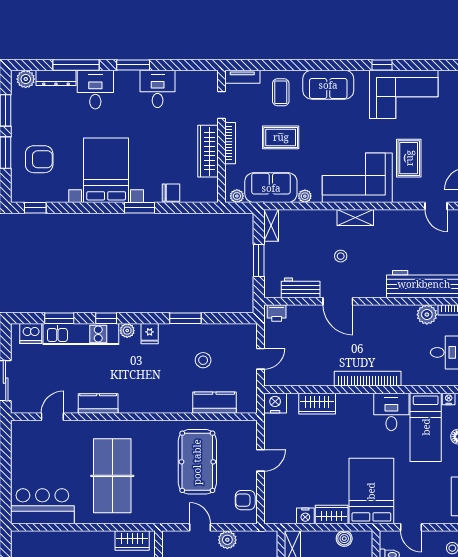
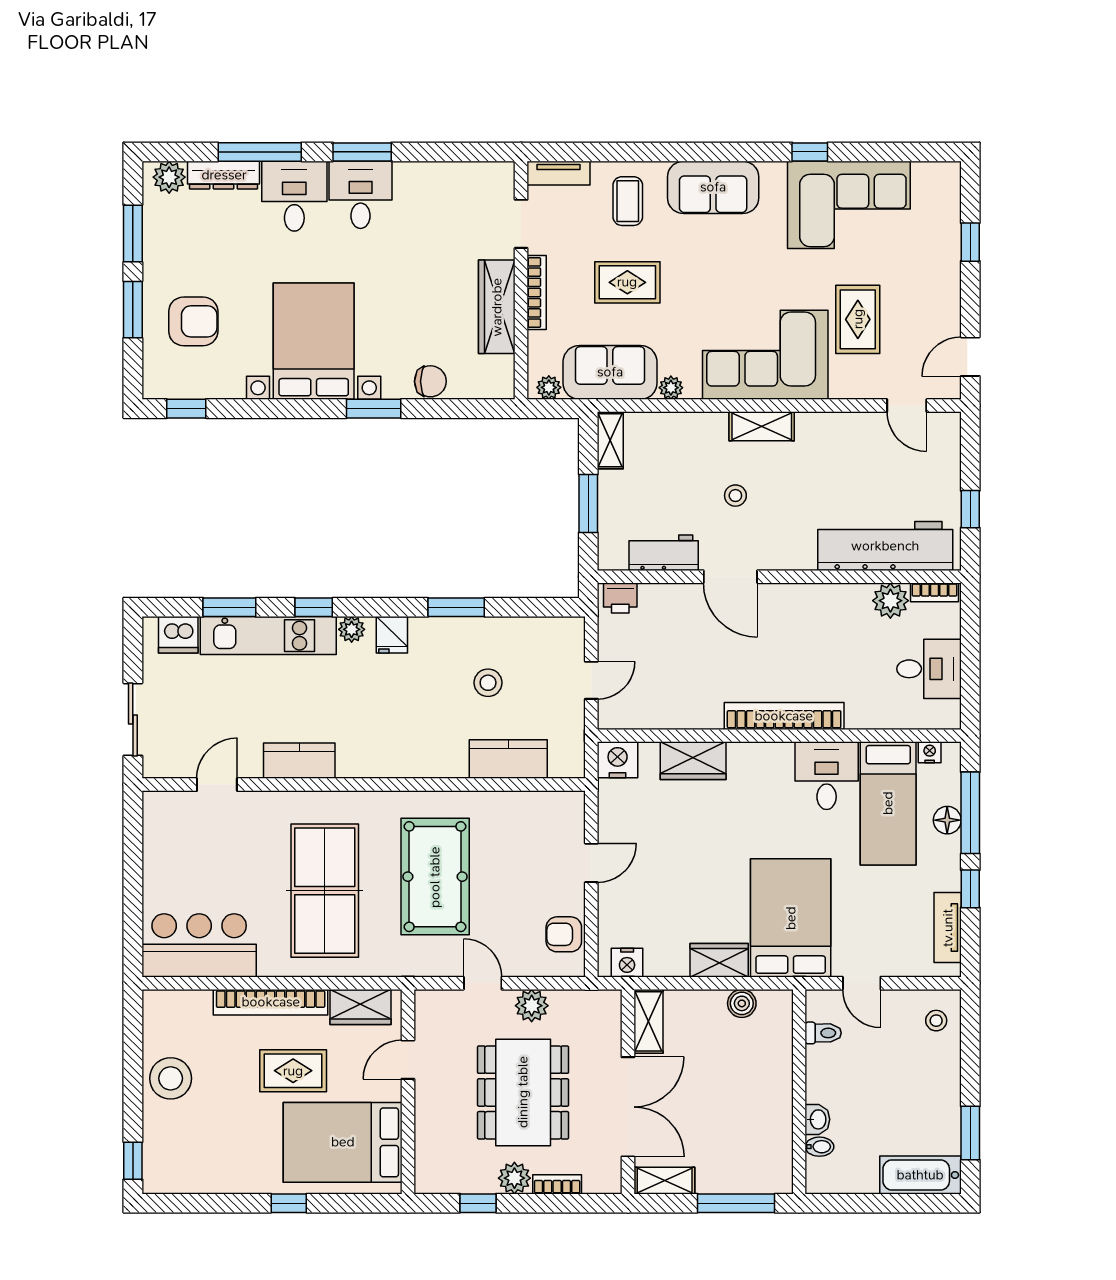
desk: (158, 89) -> (361, 195), moved
pool table: (197, 462) -> (435, 877), moved
nightstand: (305, 516) -> (627, 963), moved
bookcase: (82, 538) -> (271, 1002), added

